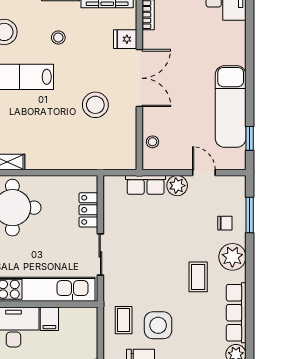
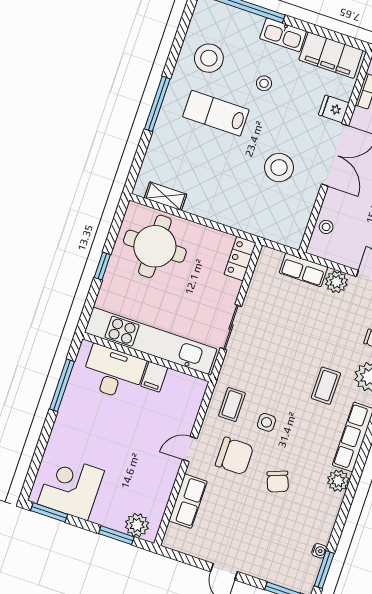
locker: (88, 210) -> (240, 259), moved
side table: (158, 325) -> (266, 422), width x0.54, depth x0.54

